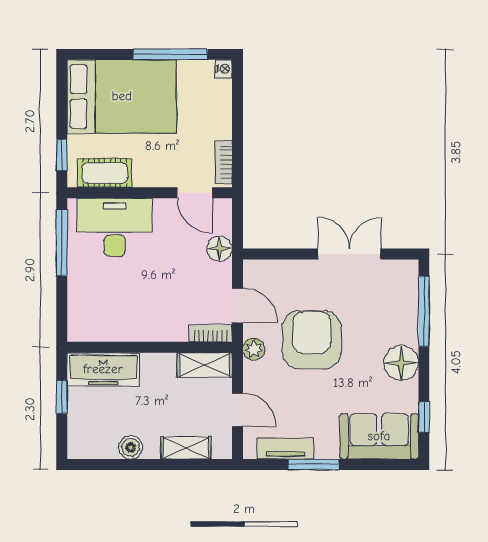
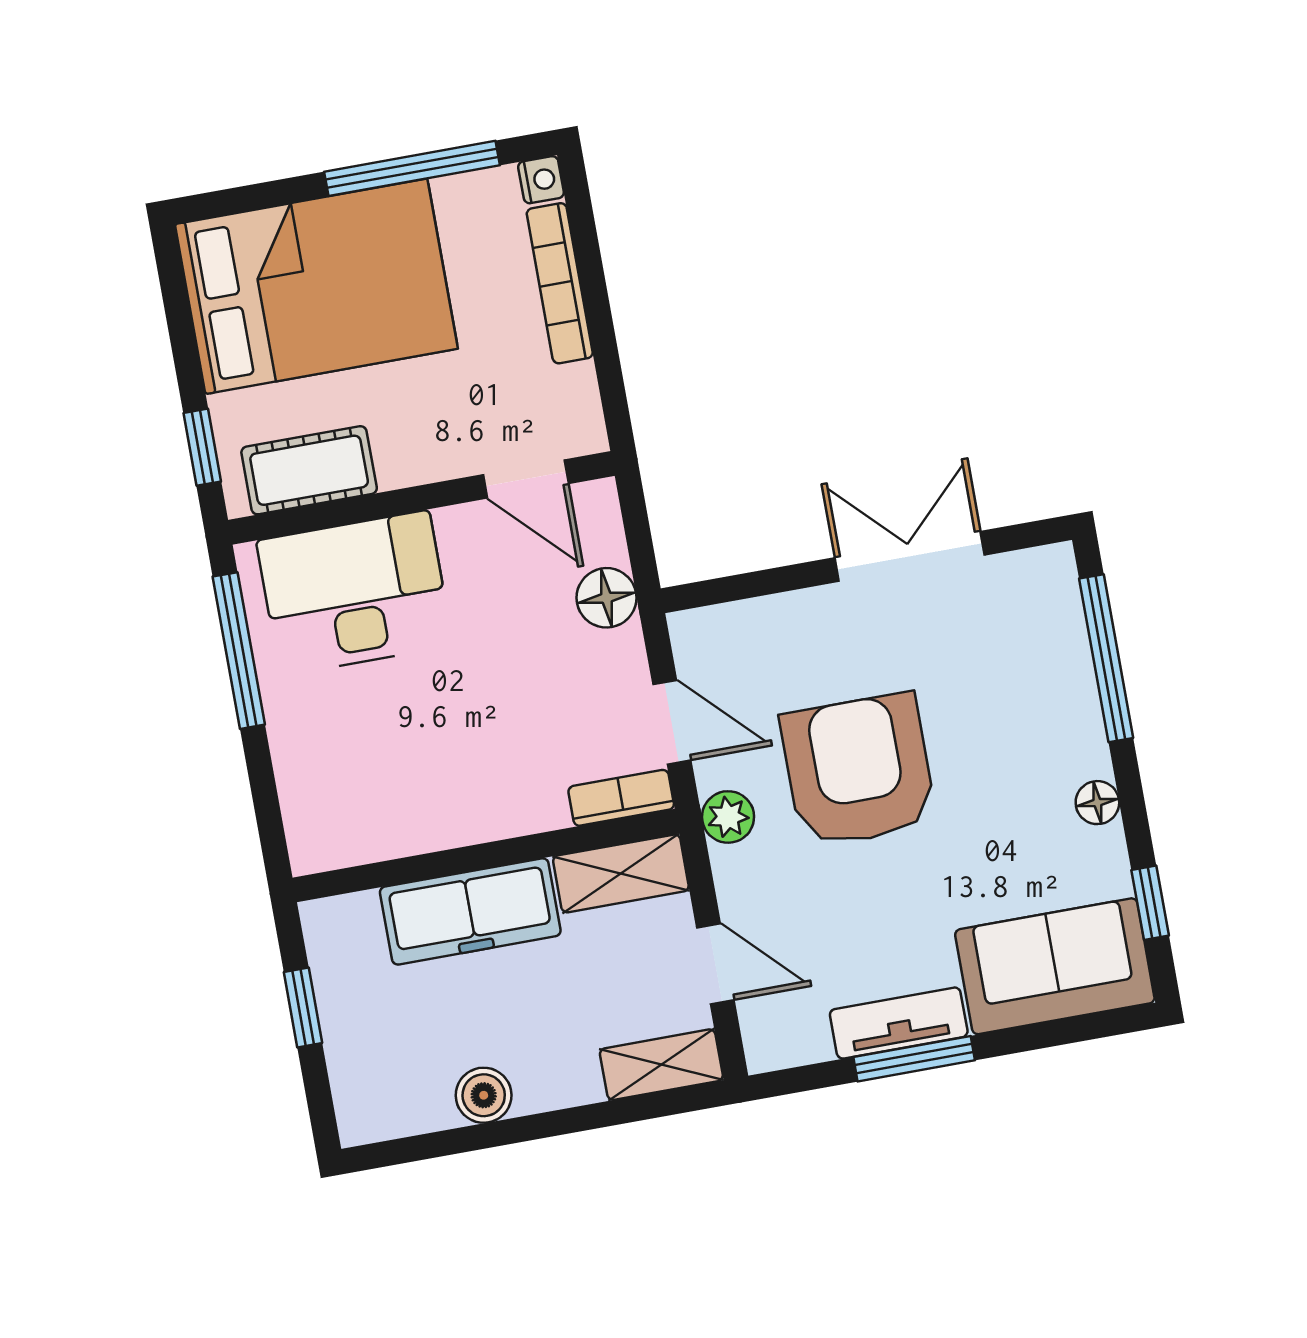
bookcase: (224, 162) -> (560, 283), moved, width x1.56
floor lamp: (401, 363) -> (1097, 803), width x0.53, depth x0.53
freezer: (103, 369) -> (470, 911), moved
shelving: (186, 448) -> (661, 1065), moved
tv unit: (286, 448) -> (899, 1023), moved

